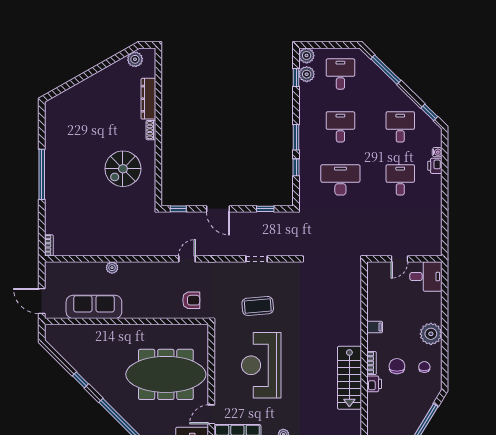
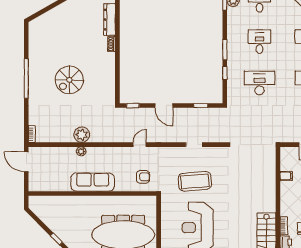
spiral stairs: (123, 169) -> (69, 80), moved
plant: (113, 246) -> (82, 135), added
door: (42, 301) -> (26, 162), moved
coffee table: (258, 306) -> (195, 181), width x1.36, depth x1.32
sofa: (94, 307) -> (93, 182), moved
filing cabinet: (375, 327) -> (286, 176), moved

